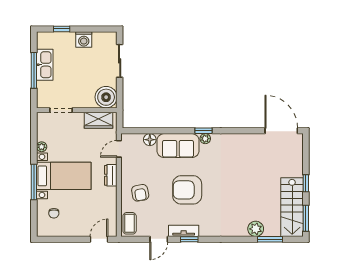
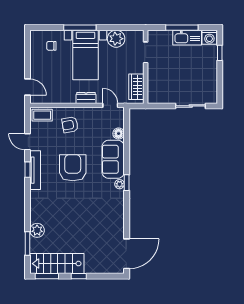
washing machine: (84, 40) -> (209, 37), moved, turned -90
boiler: (106, 97) -> (157, 94), removed
plant: (42, 147) -> (116, 39), width x1.87, depth x1.87
tv unit: (184, 231) -> (35, 170), width x1.41

